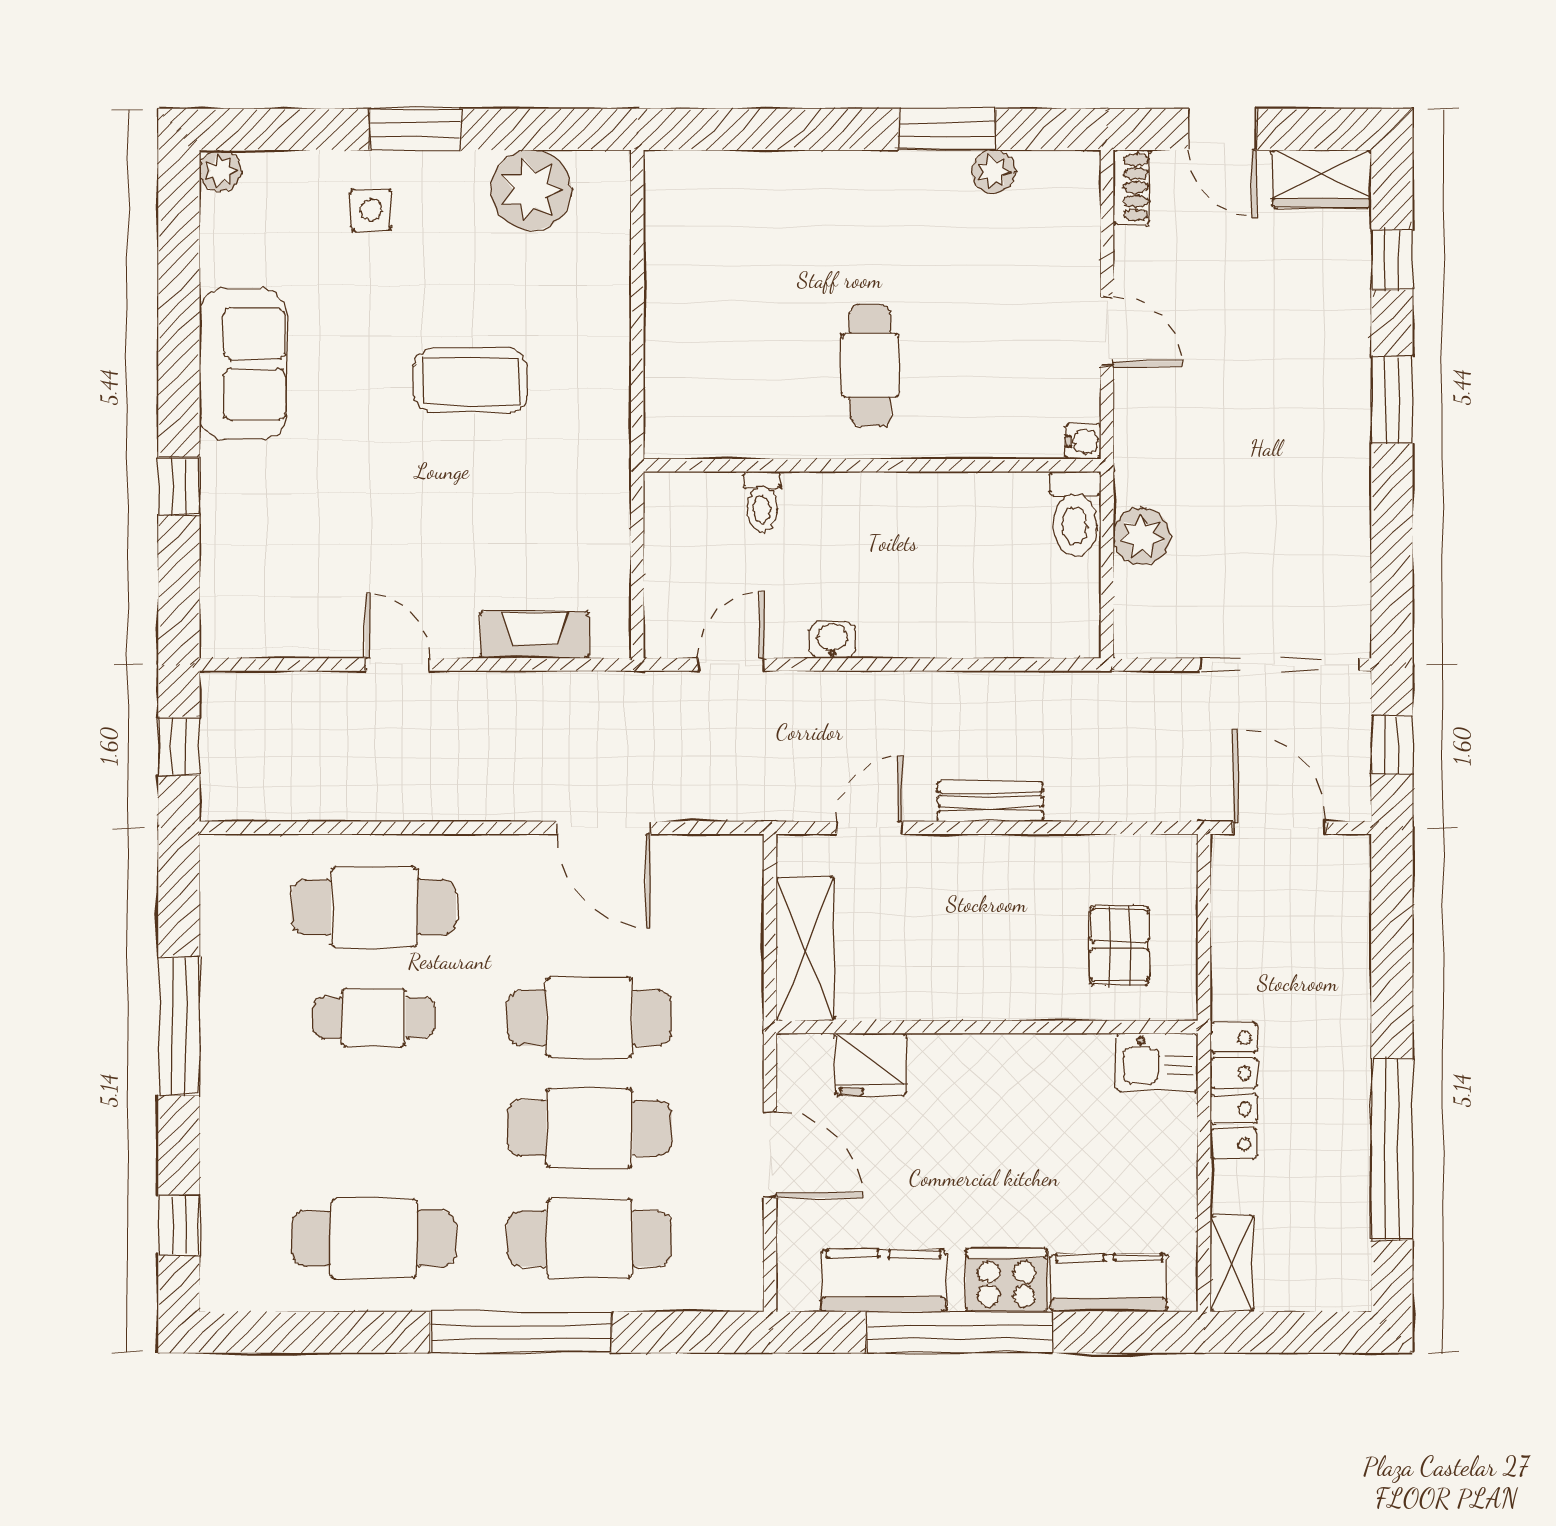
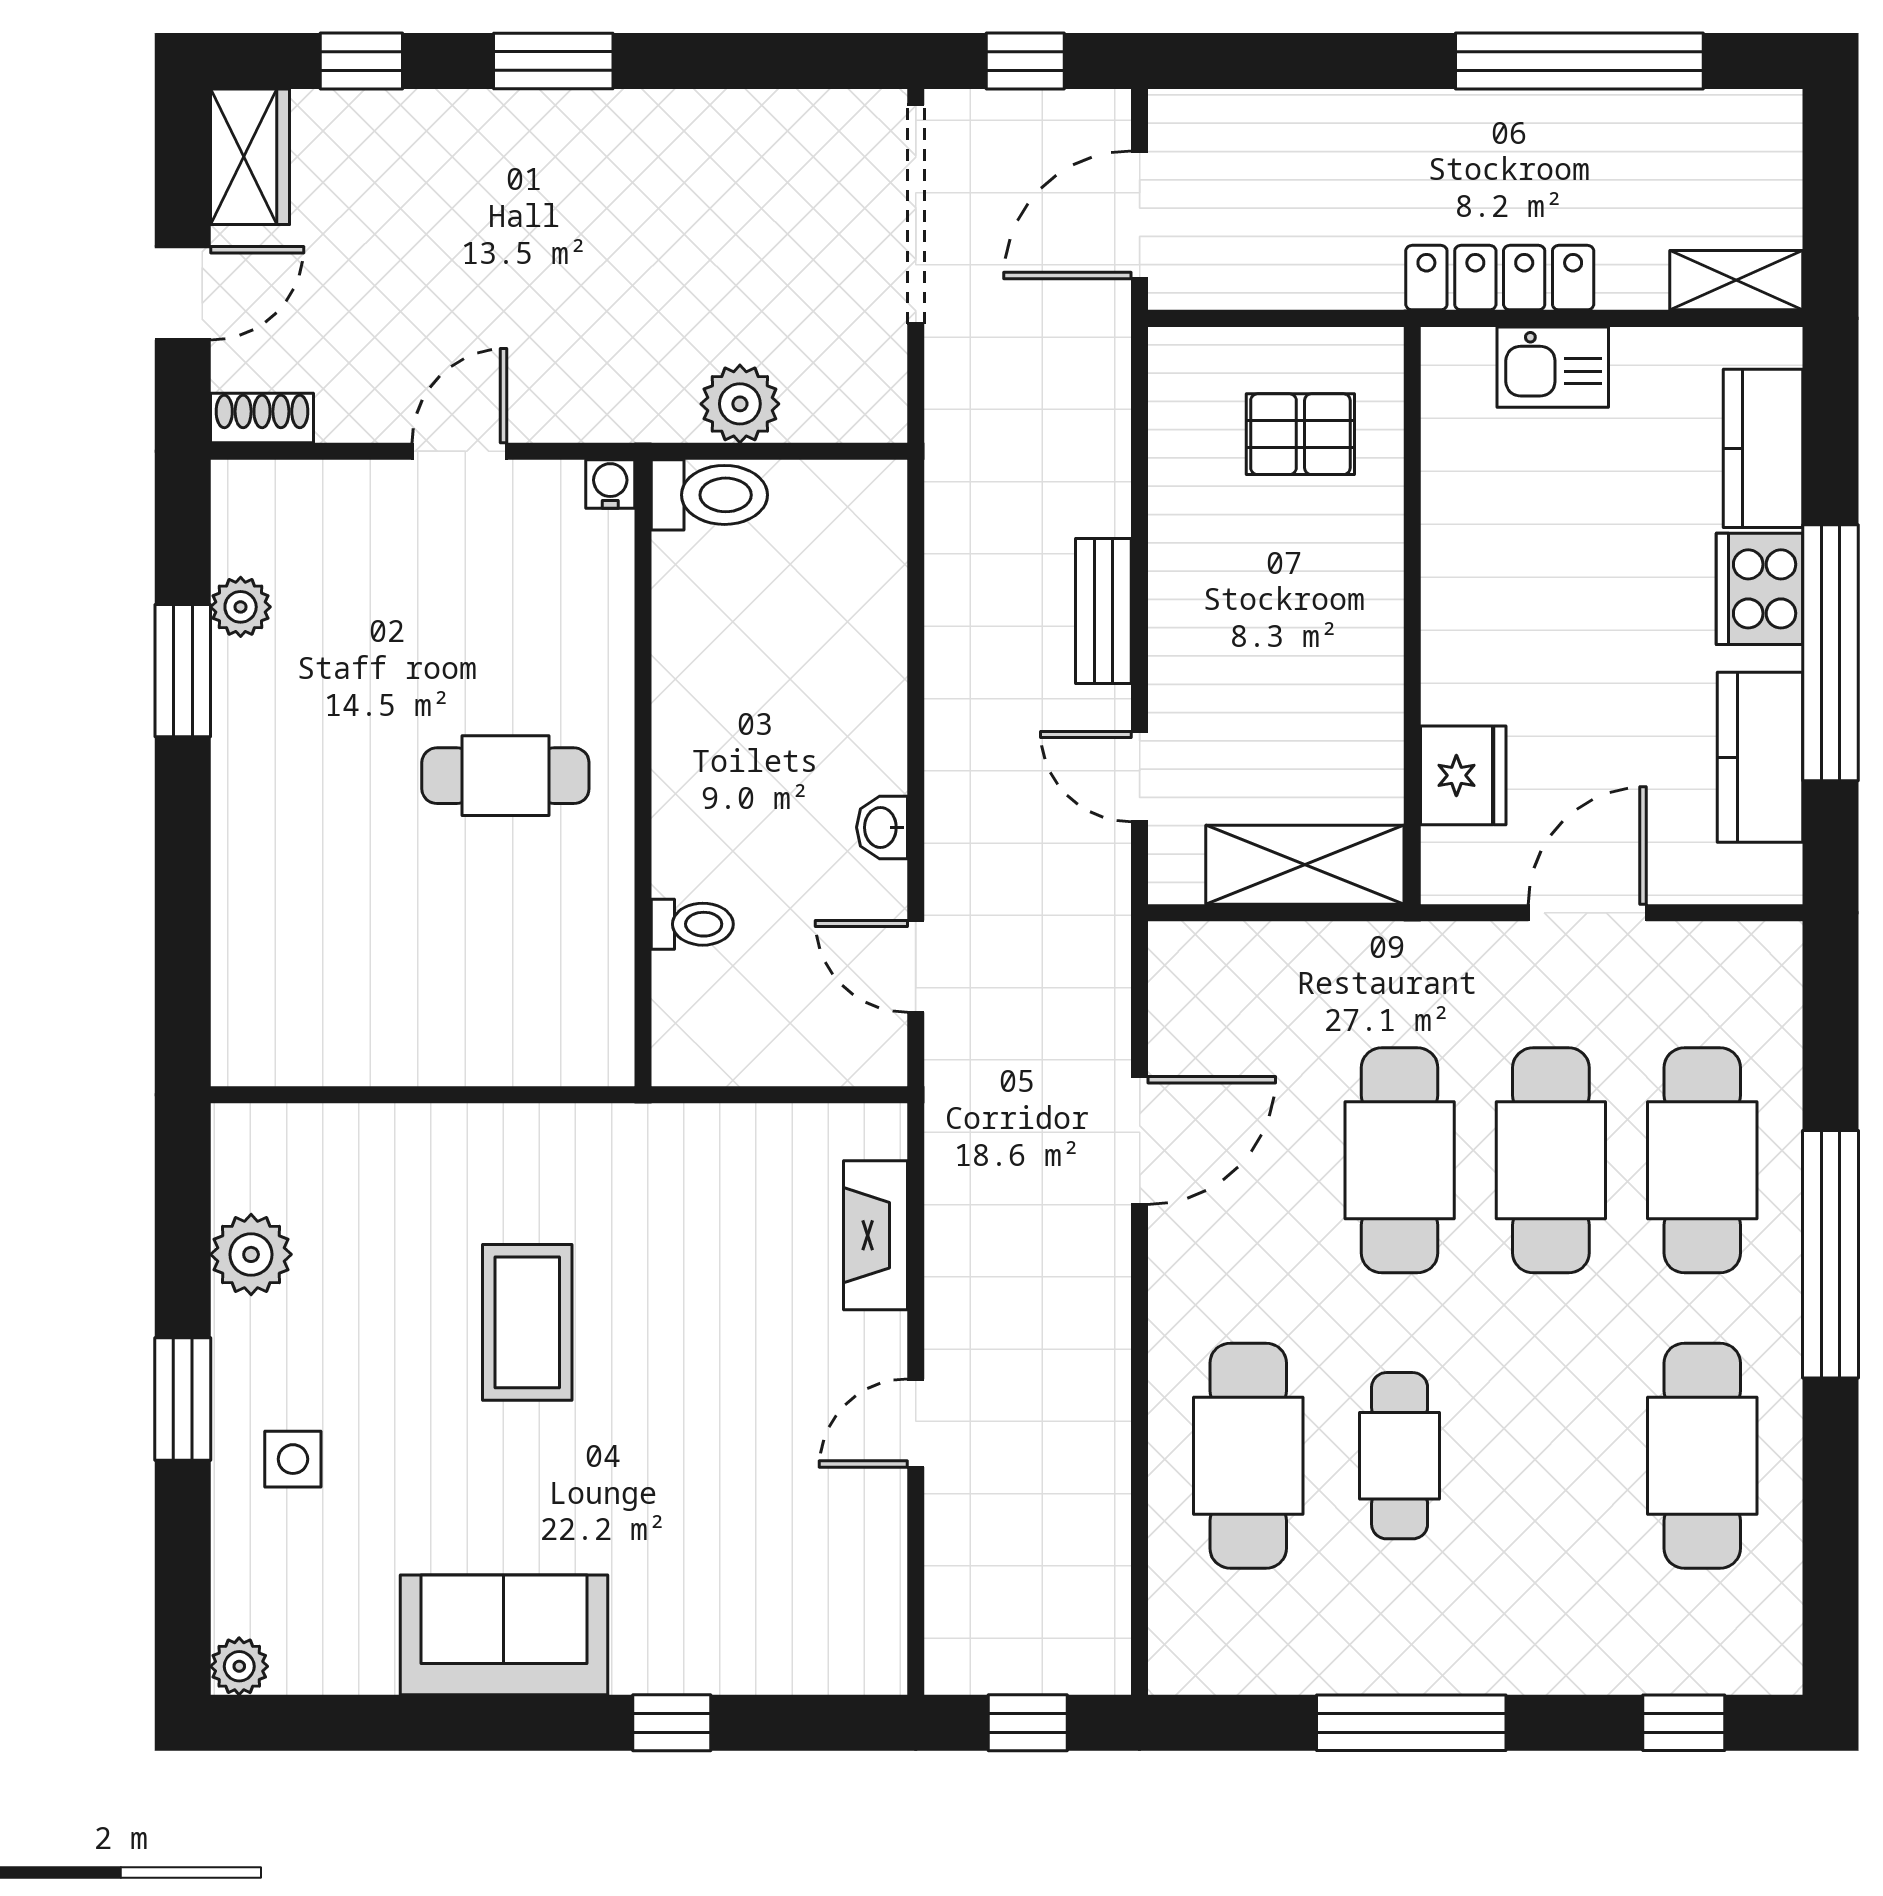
plant: (531, 190) -> (251, 1254), width x0.73, depth x0.73
kitchen sink: (1157, 1062) -> (1553, 367), moved, turned 90

